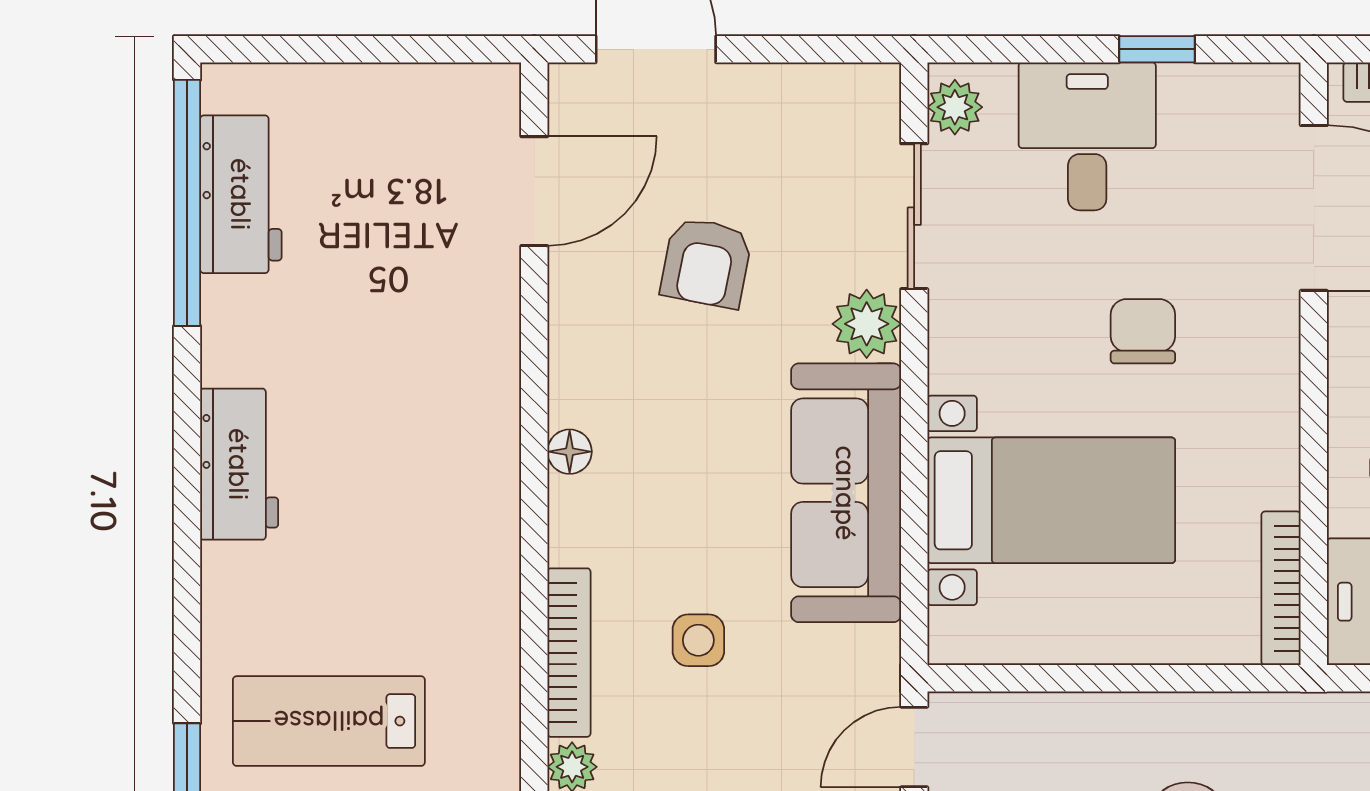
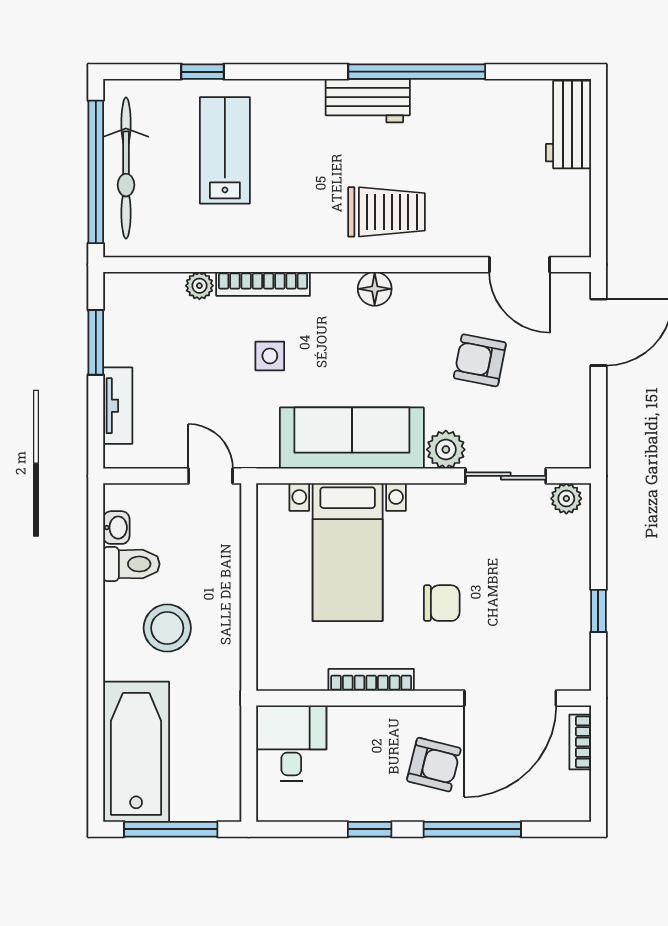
desk: (1087, 136) -> (550, 572), removed
workbench: (241, 194) -> (569, 125), moved, turned 90
window: (187, 203) -> (417, 72), moved
trolley: (439, 430) -> (387, 212), added
floor lamp: (570, 452) -> (375, 289), width x1.37, depth x1.37
bookcase: (1281, 588) -> (371, 680), moved

